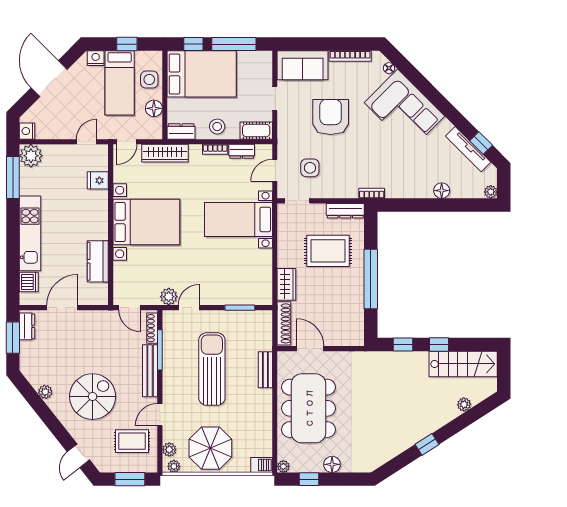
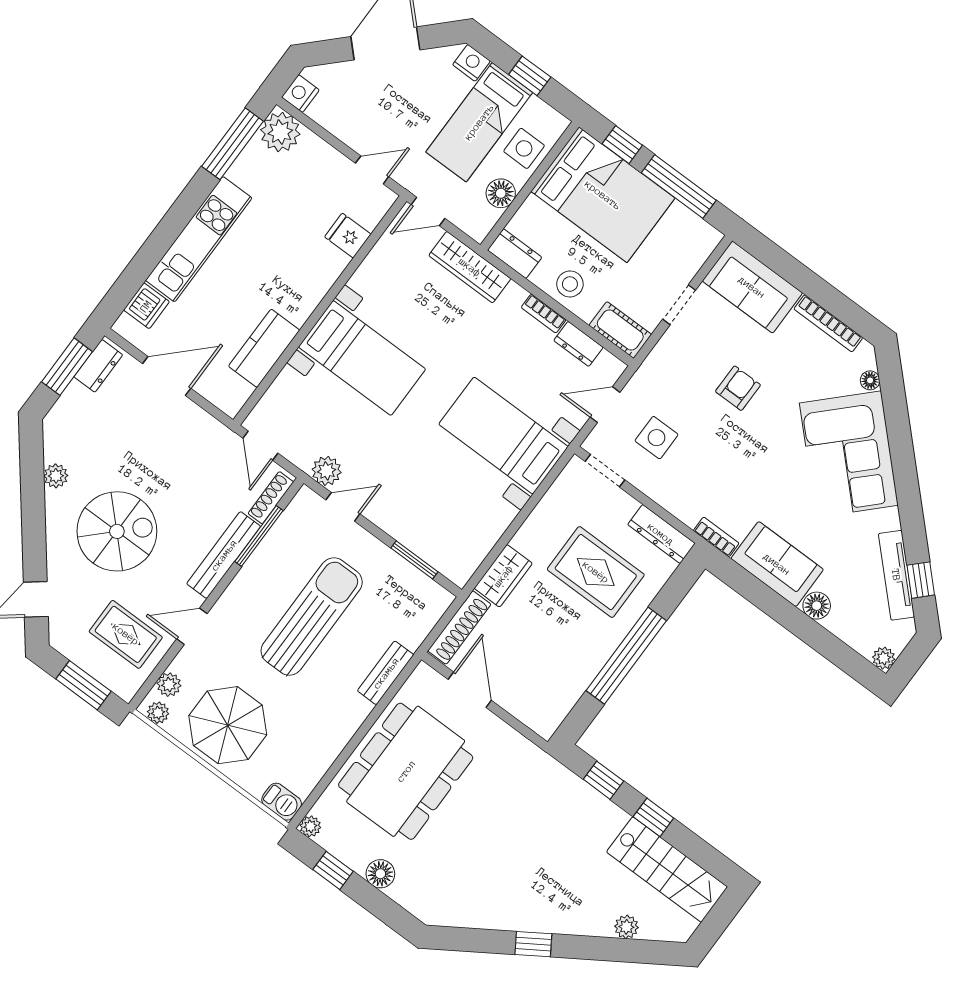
armchair: (331, 117) -> (738, 388), width x0.53, depth x0.53
sofa: (409, 185) -> (777, 564), added
bed with nightstands: (146, 222) -> (362, 358), width x0.73

